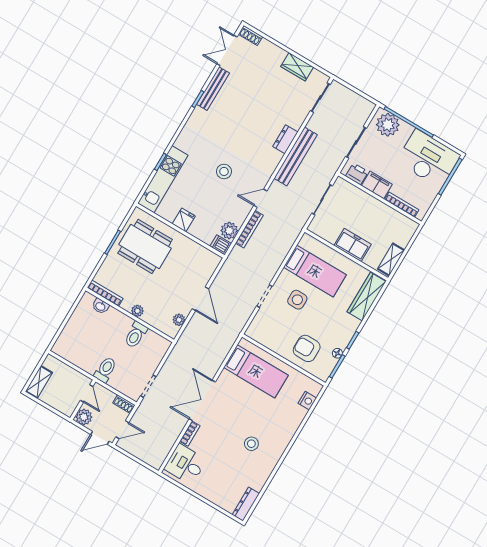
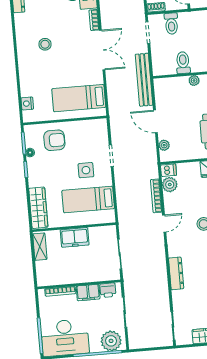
dresser: (285, 139) -> (176, 273), width x1.44
bench: (296, 156) -> (144, 80), moved
plant: (179, 320) -> (164, 145), moved
toilet: (105, 370) -> (171, 24), moved

